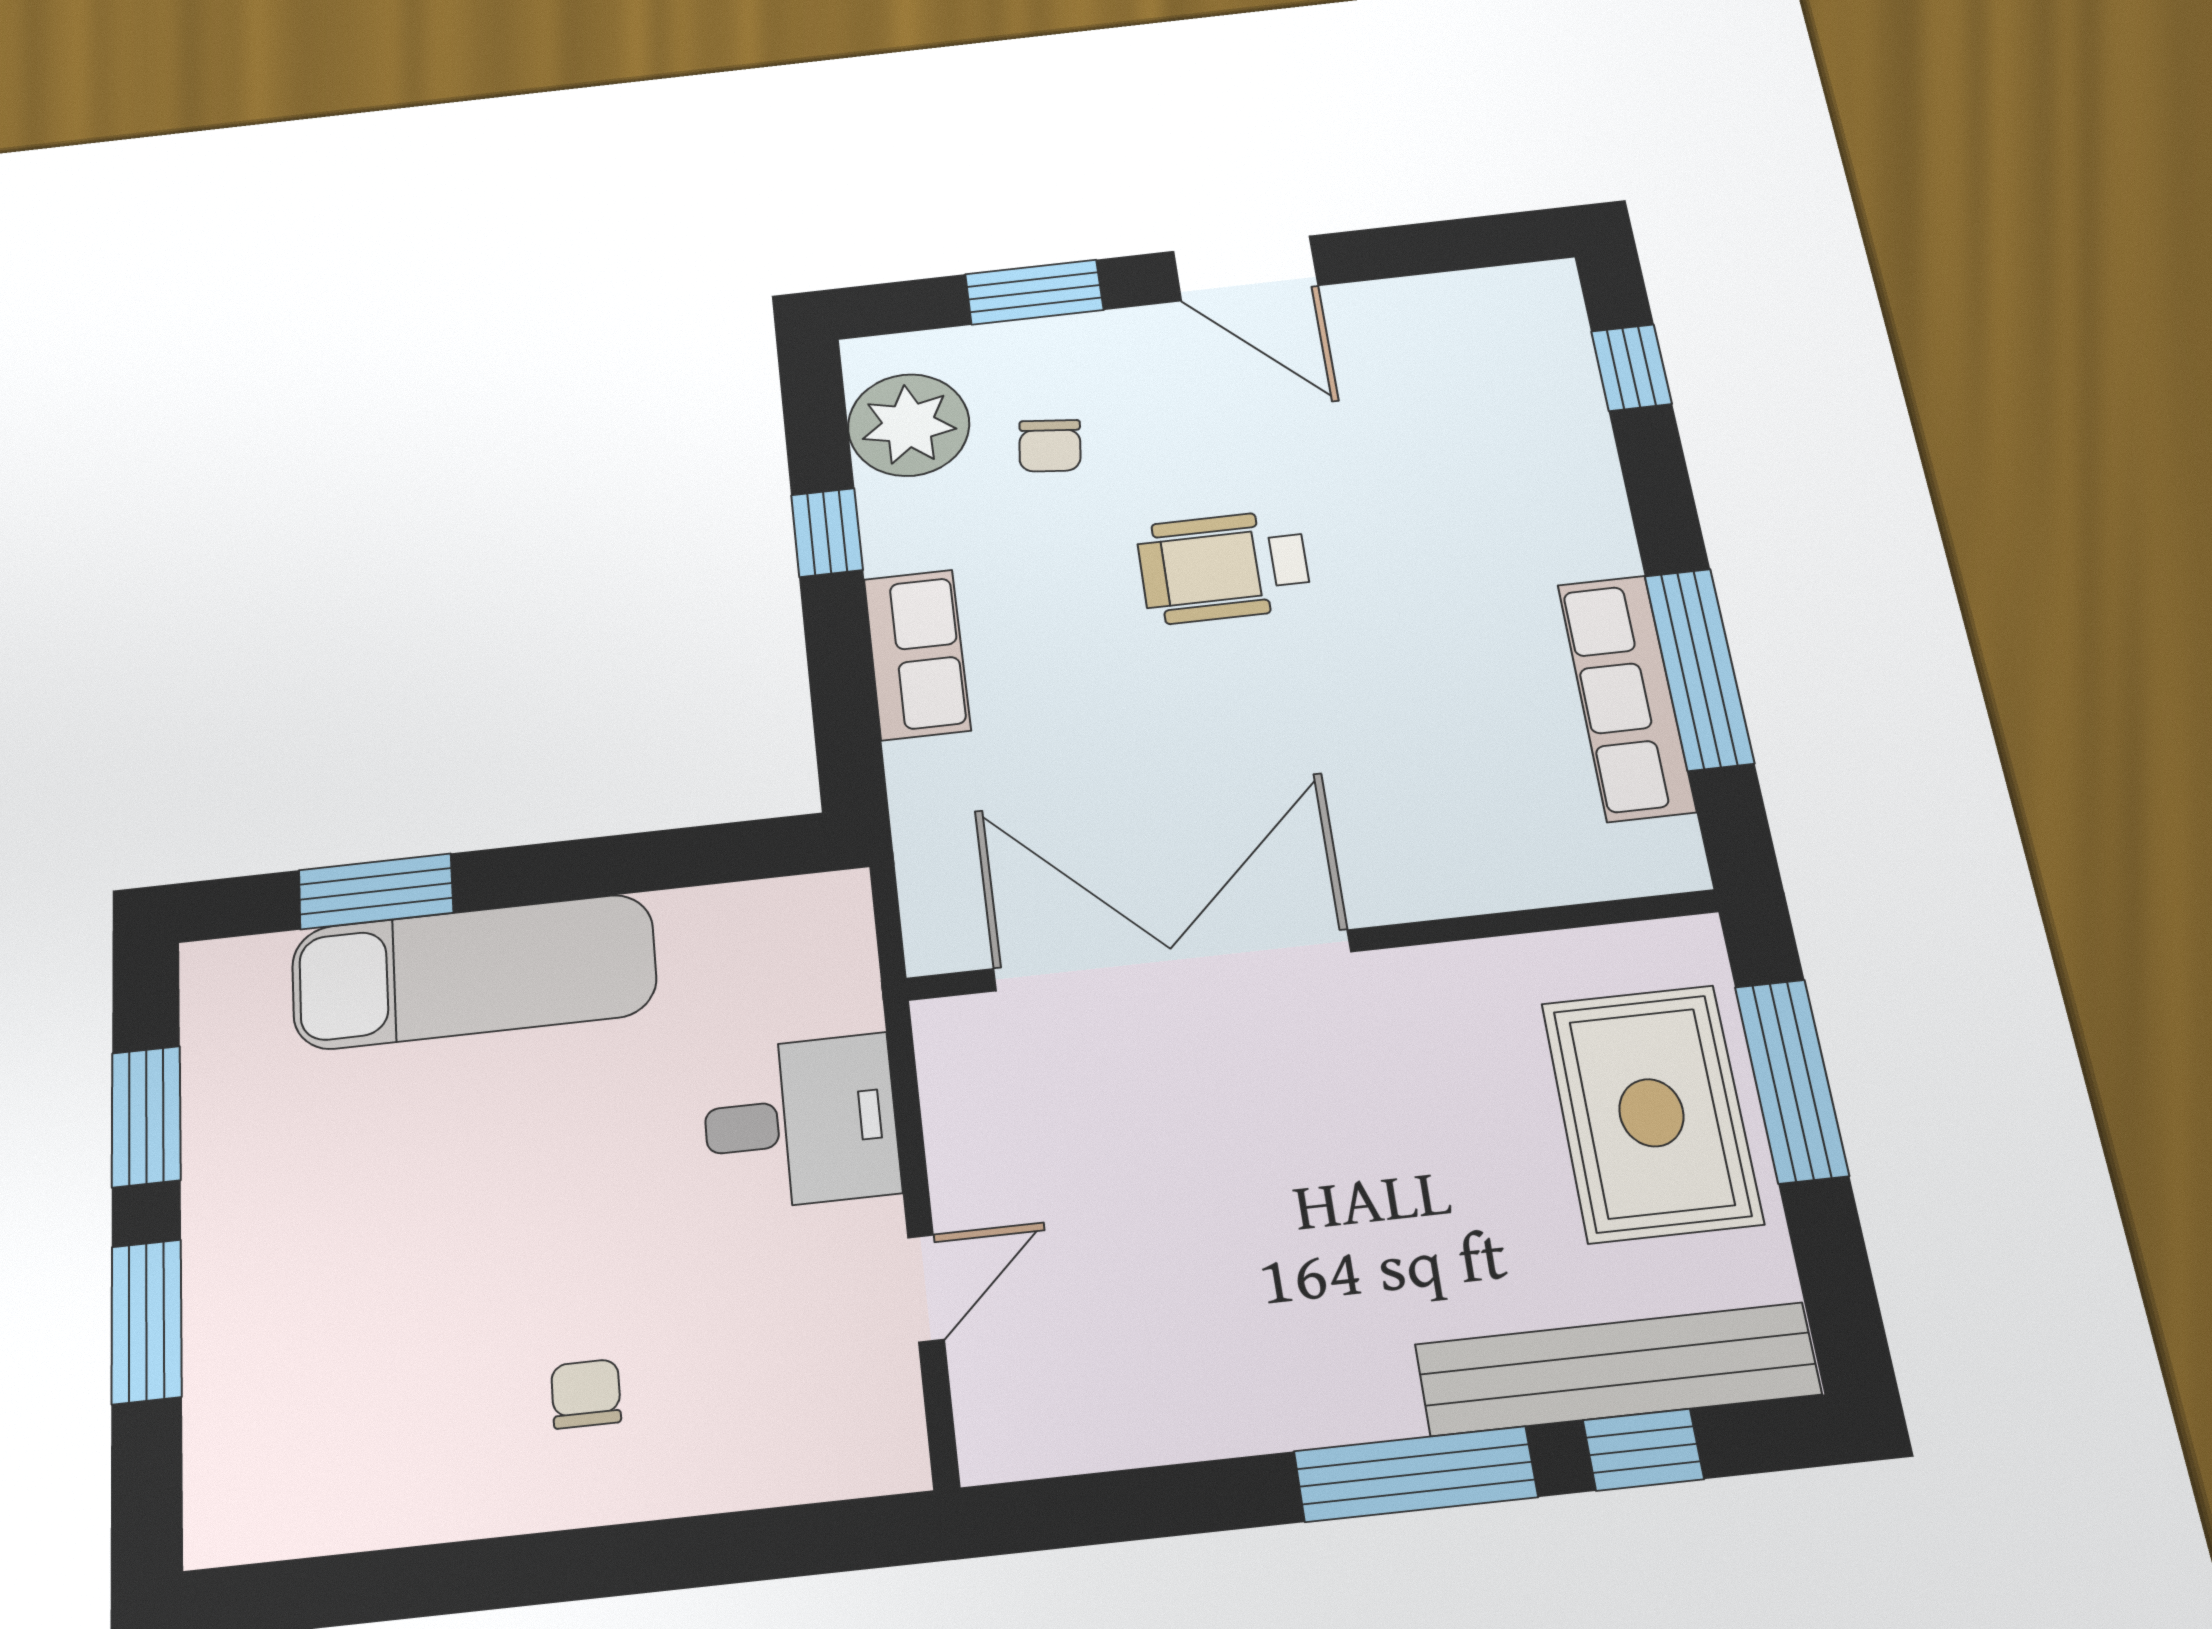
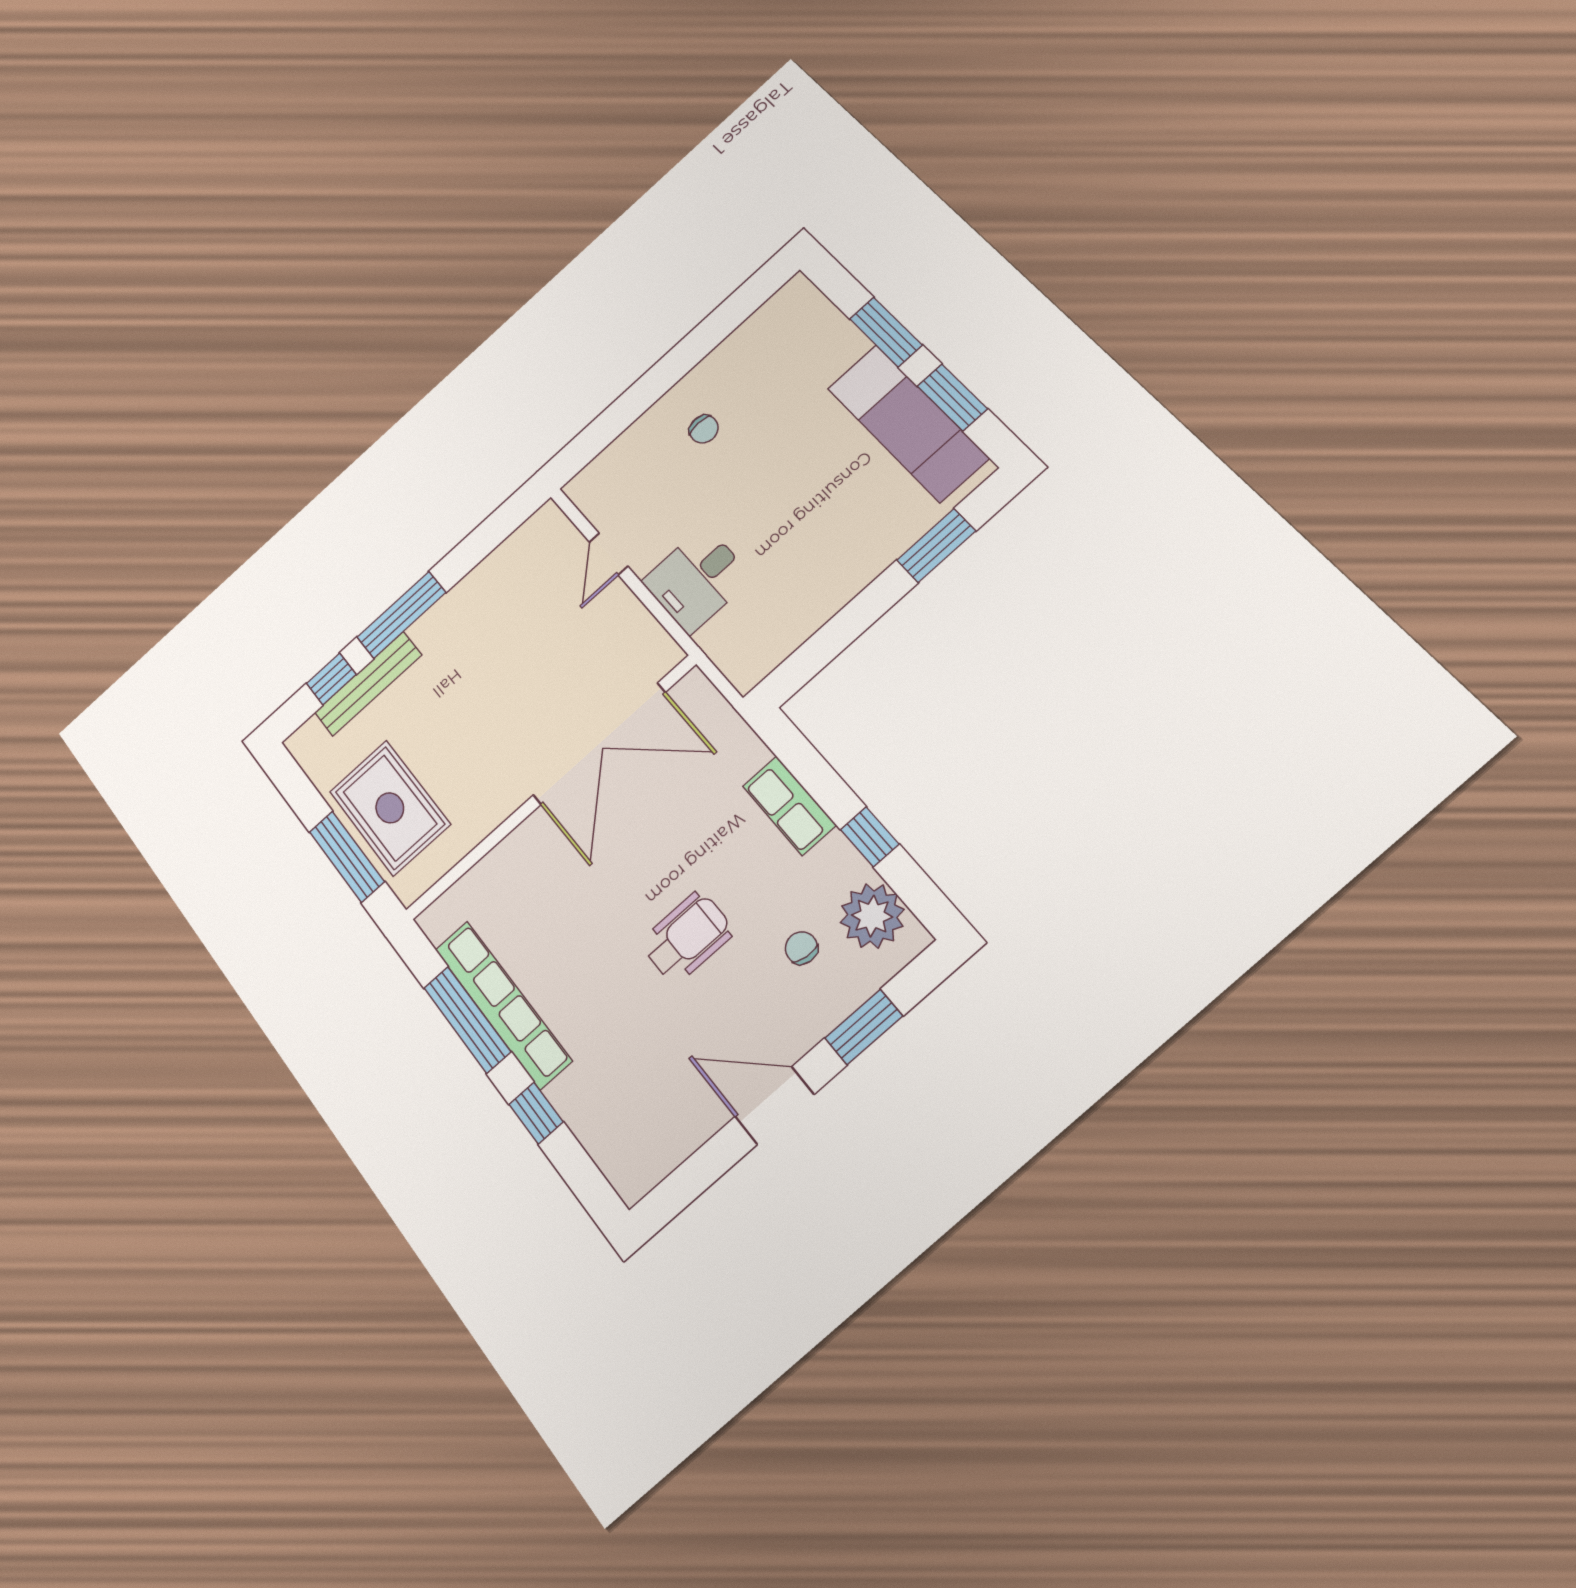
window: (1631, 368) -> (536, 1113), moved
row of seats: (1626, 697) -> (503, 1005), width x1.36
exam couch: (474, 972) -> (908, 423), moved, turned -90
bench: (1617, 1369) -> (368, 684), width x0.73, depth x0.82

